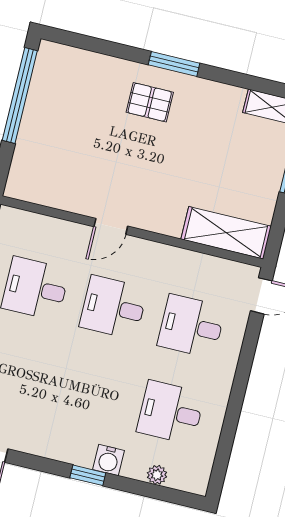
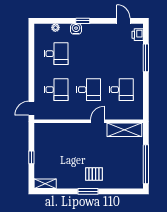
shelving: (226, 233) -> (124, 130), moved

